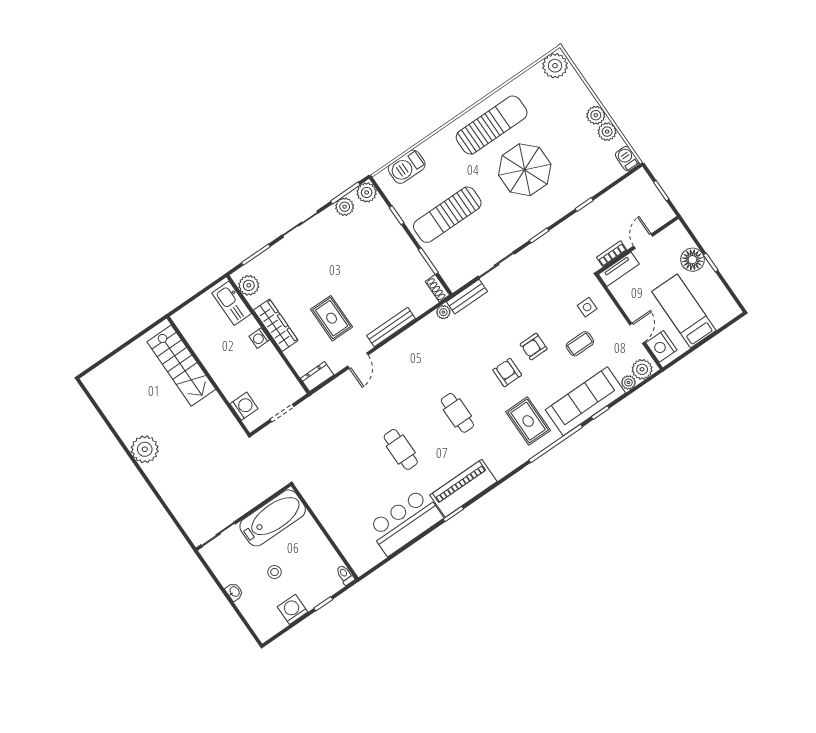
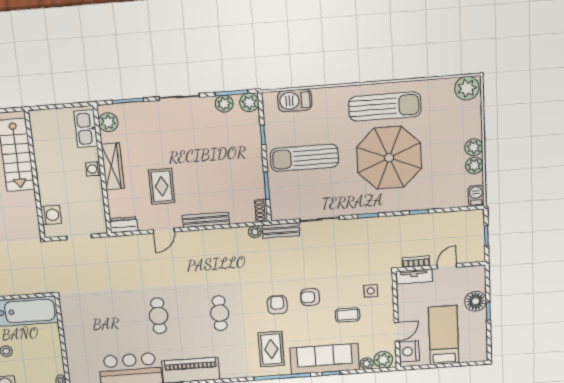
parasol: (525, 170) -> (389, 158), width x1.36, depth x1.36

